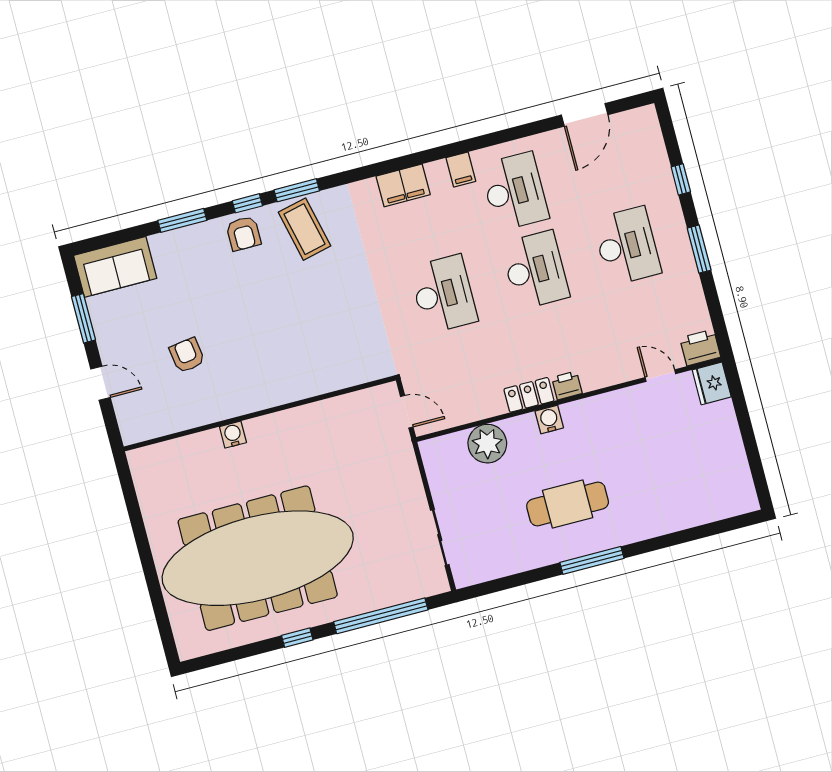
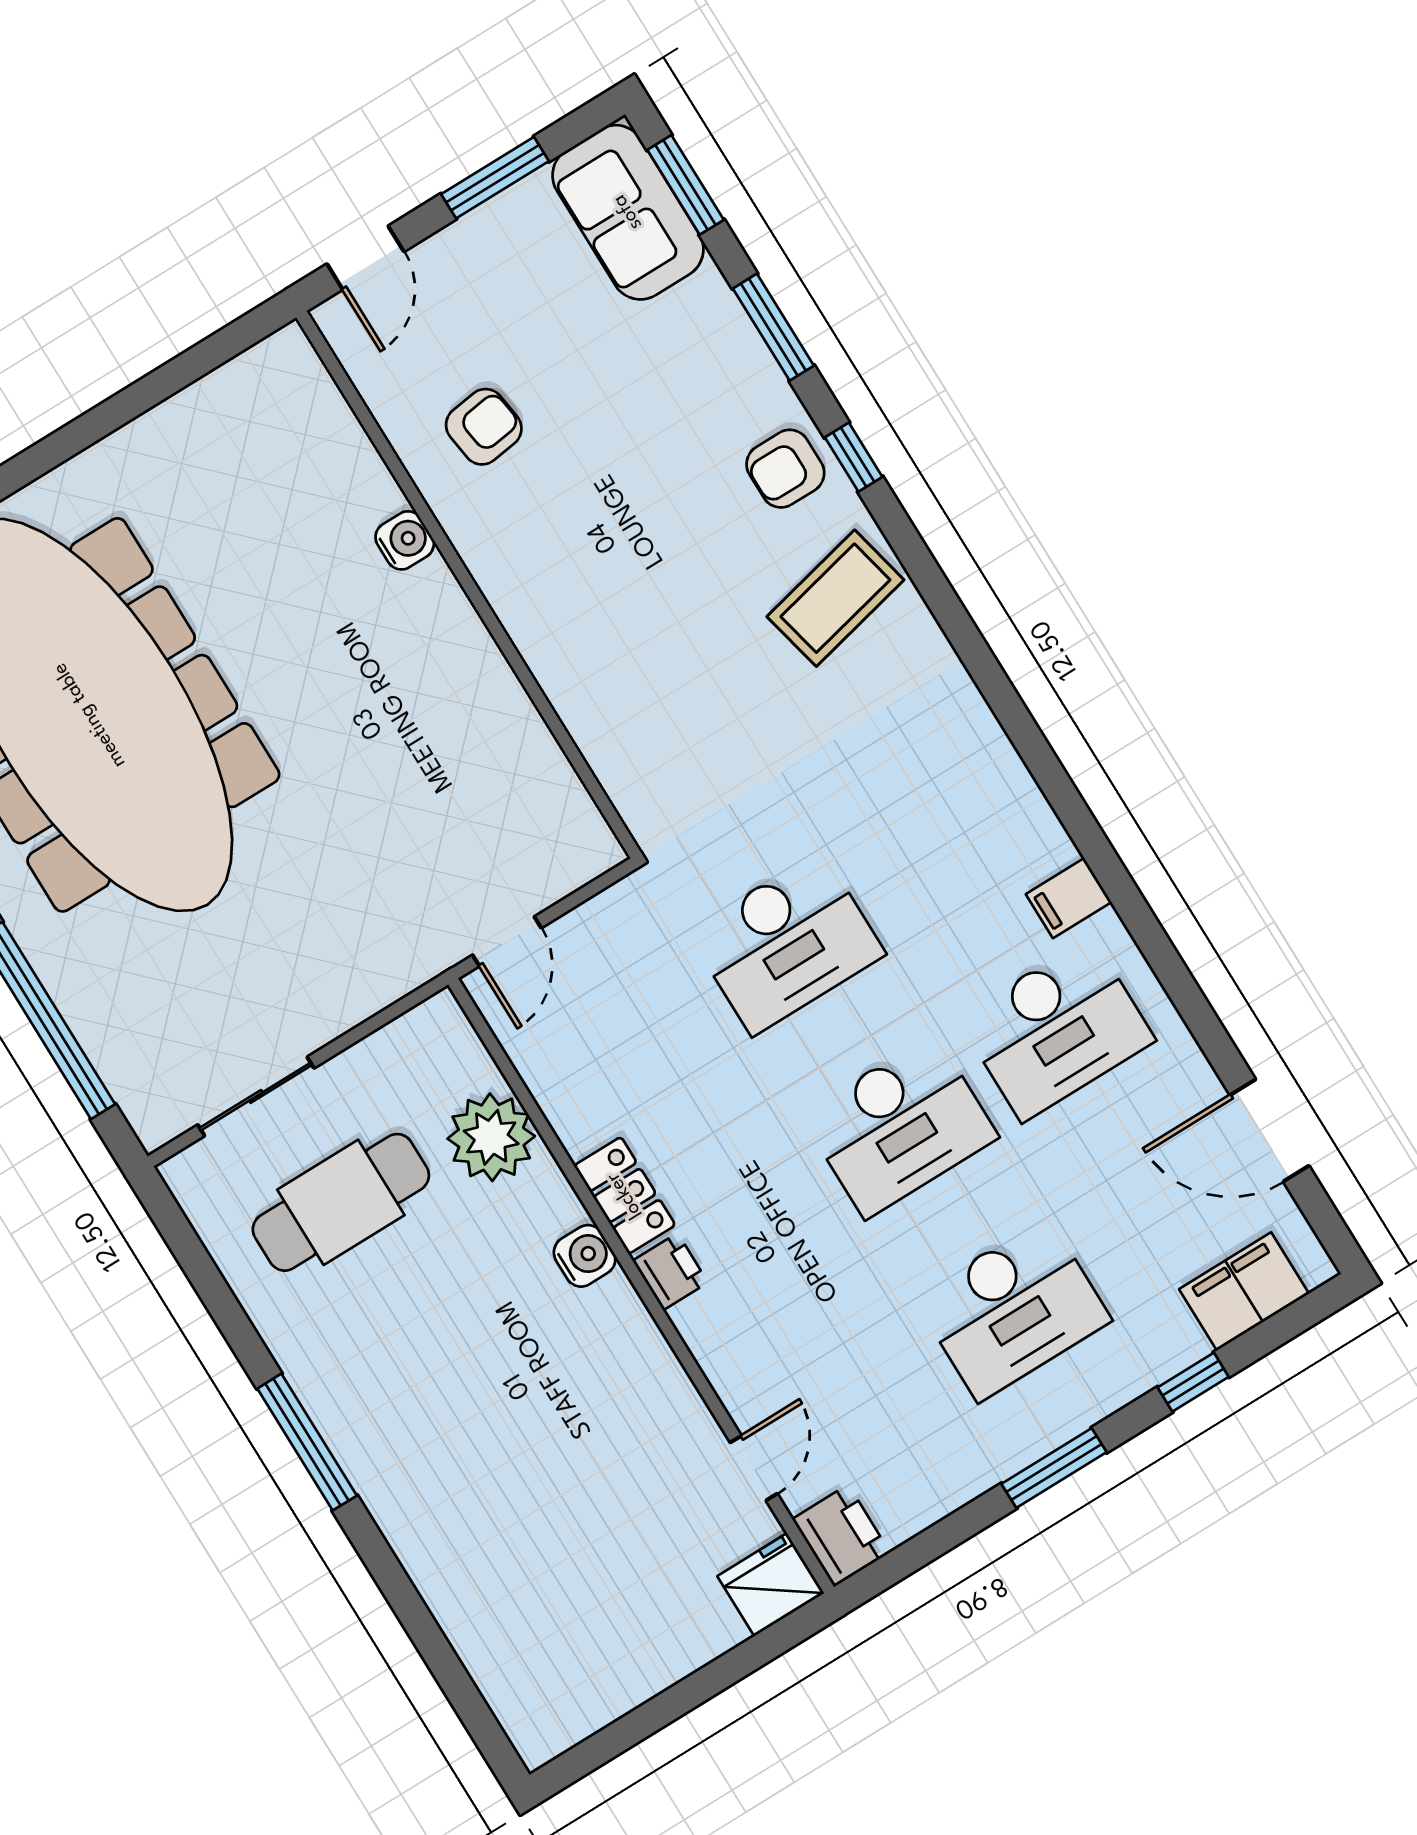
filing cabinet: (403, 185) -> (1244, 1291), moved, turned 90
window: (297, 190) -> (686, 185), moved
wall: (260, 413) -> (468, 585), moved
water cooler: (233, 435) -> (405, 540), moved
cafe table: (568, 504) -> (341, 1202), moved, turned 90

